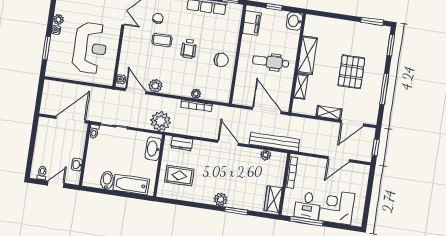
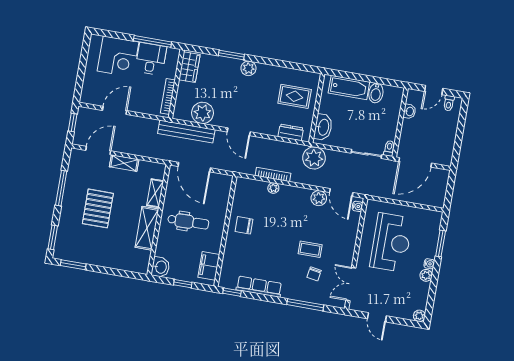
reception desk: (90, 48) -> (391, 242), turned 180
wheelchair: (189, 49) -> (280, 239), removed
plant: (266, 155) -> (203, 113), width x1.88, depth x1.88

